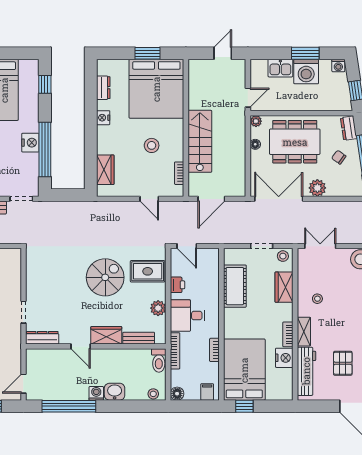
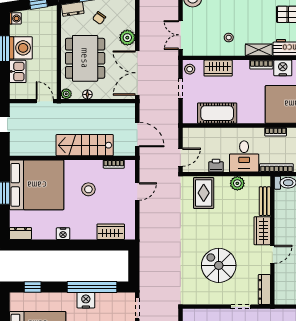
dresser: (103, 88) -> (20, 234), moved
spiral stairs: (105, 277) -> (219, 265), moved

